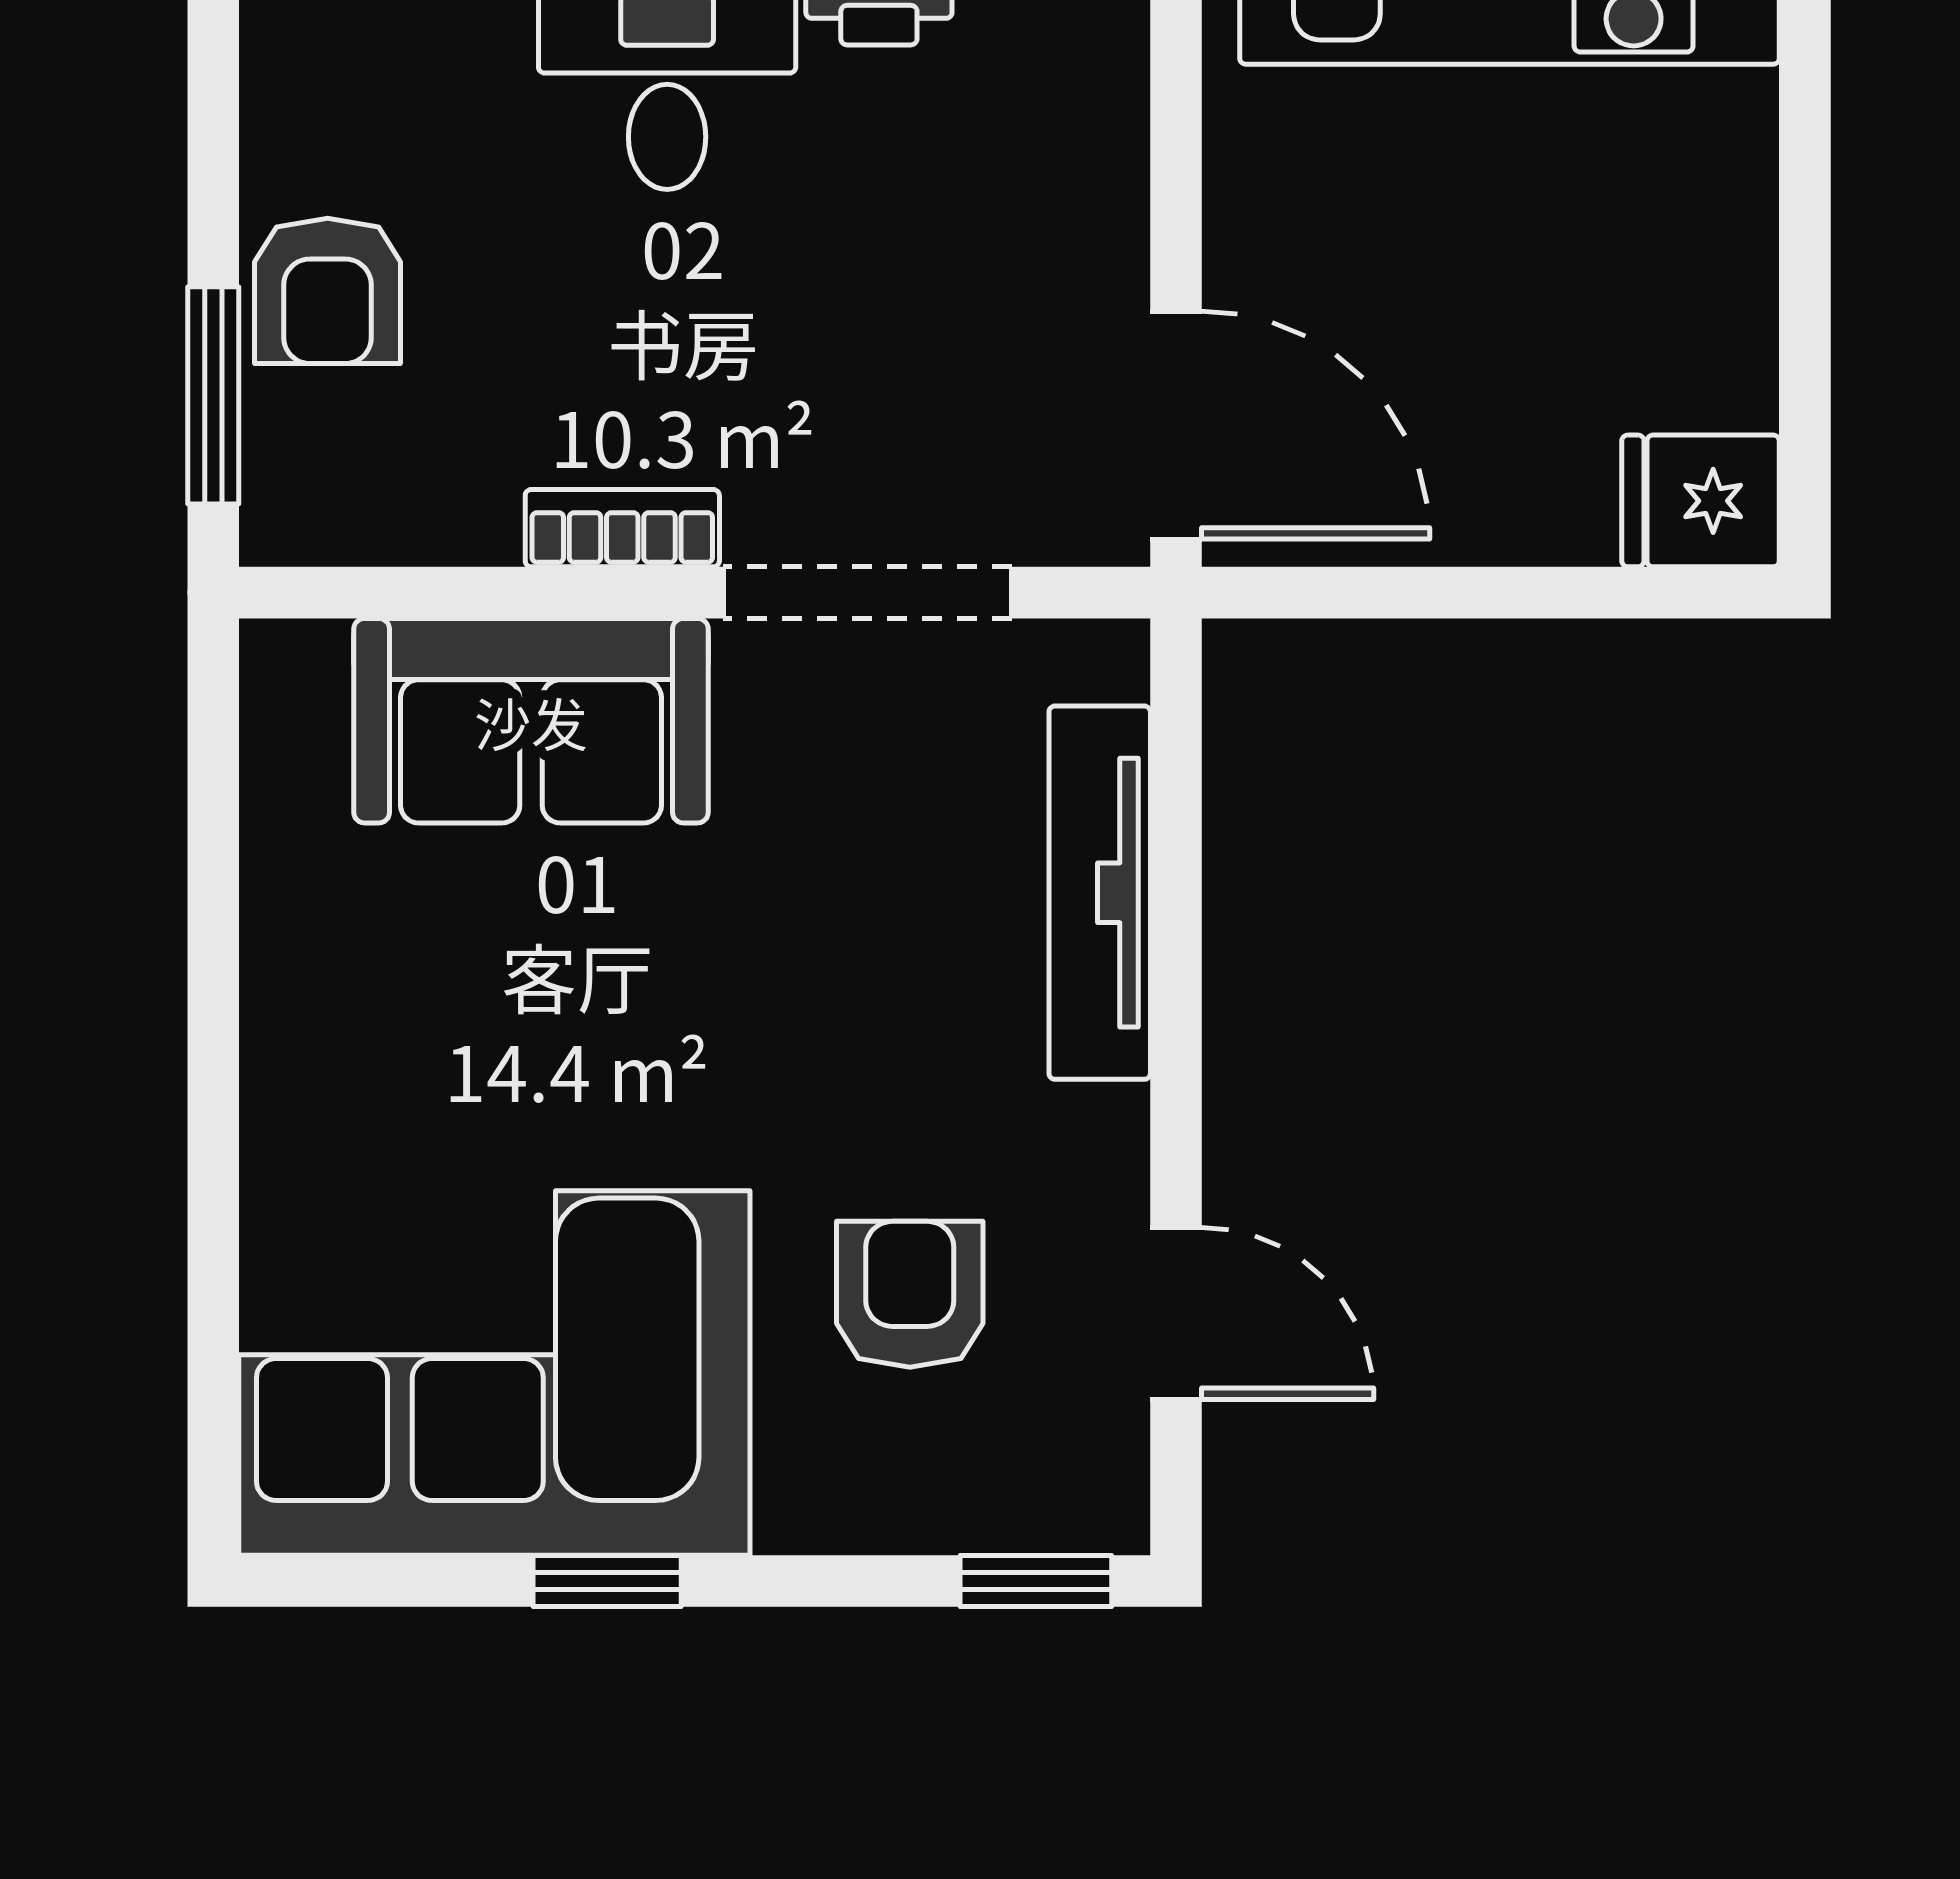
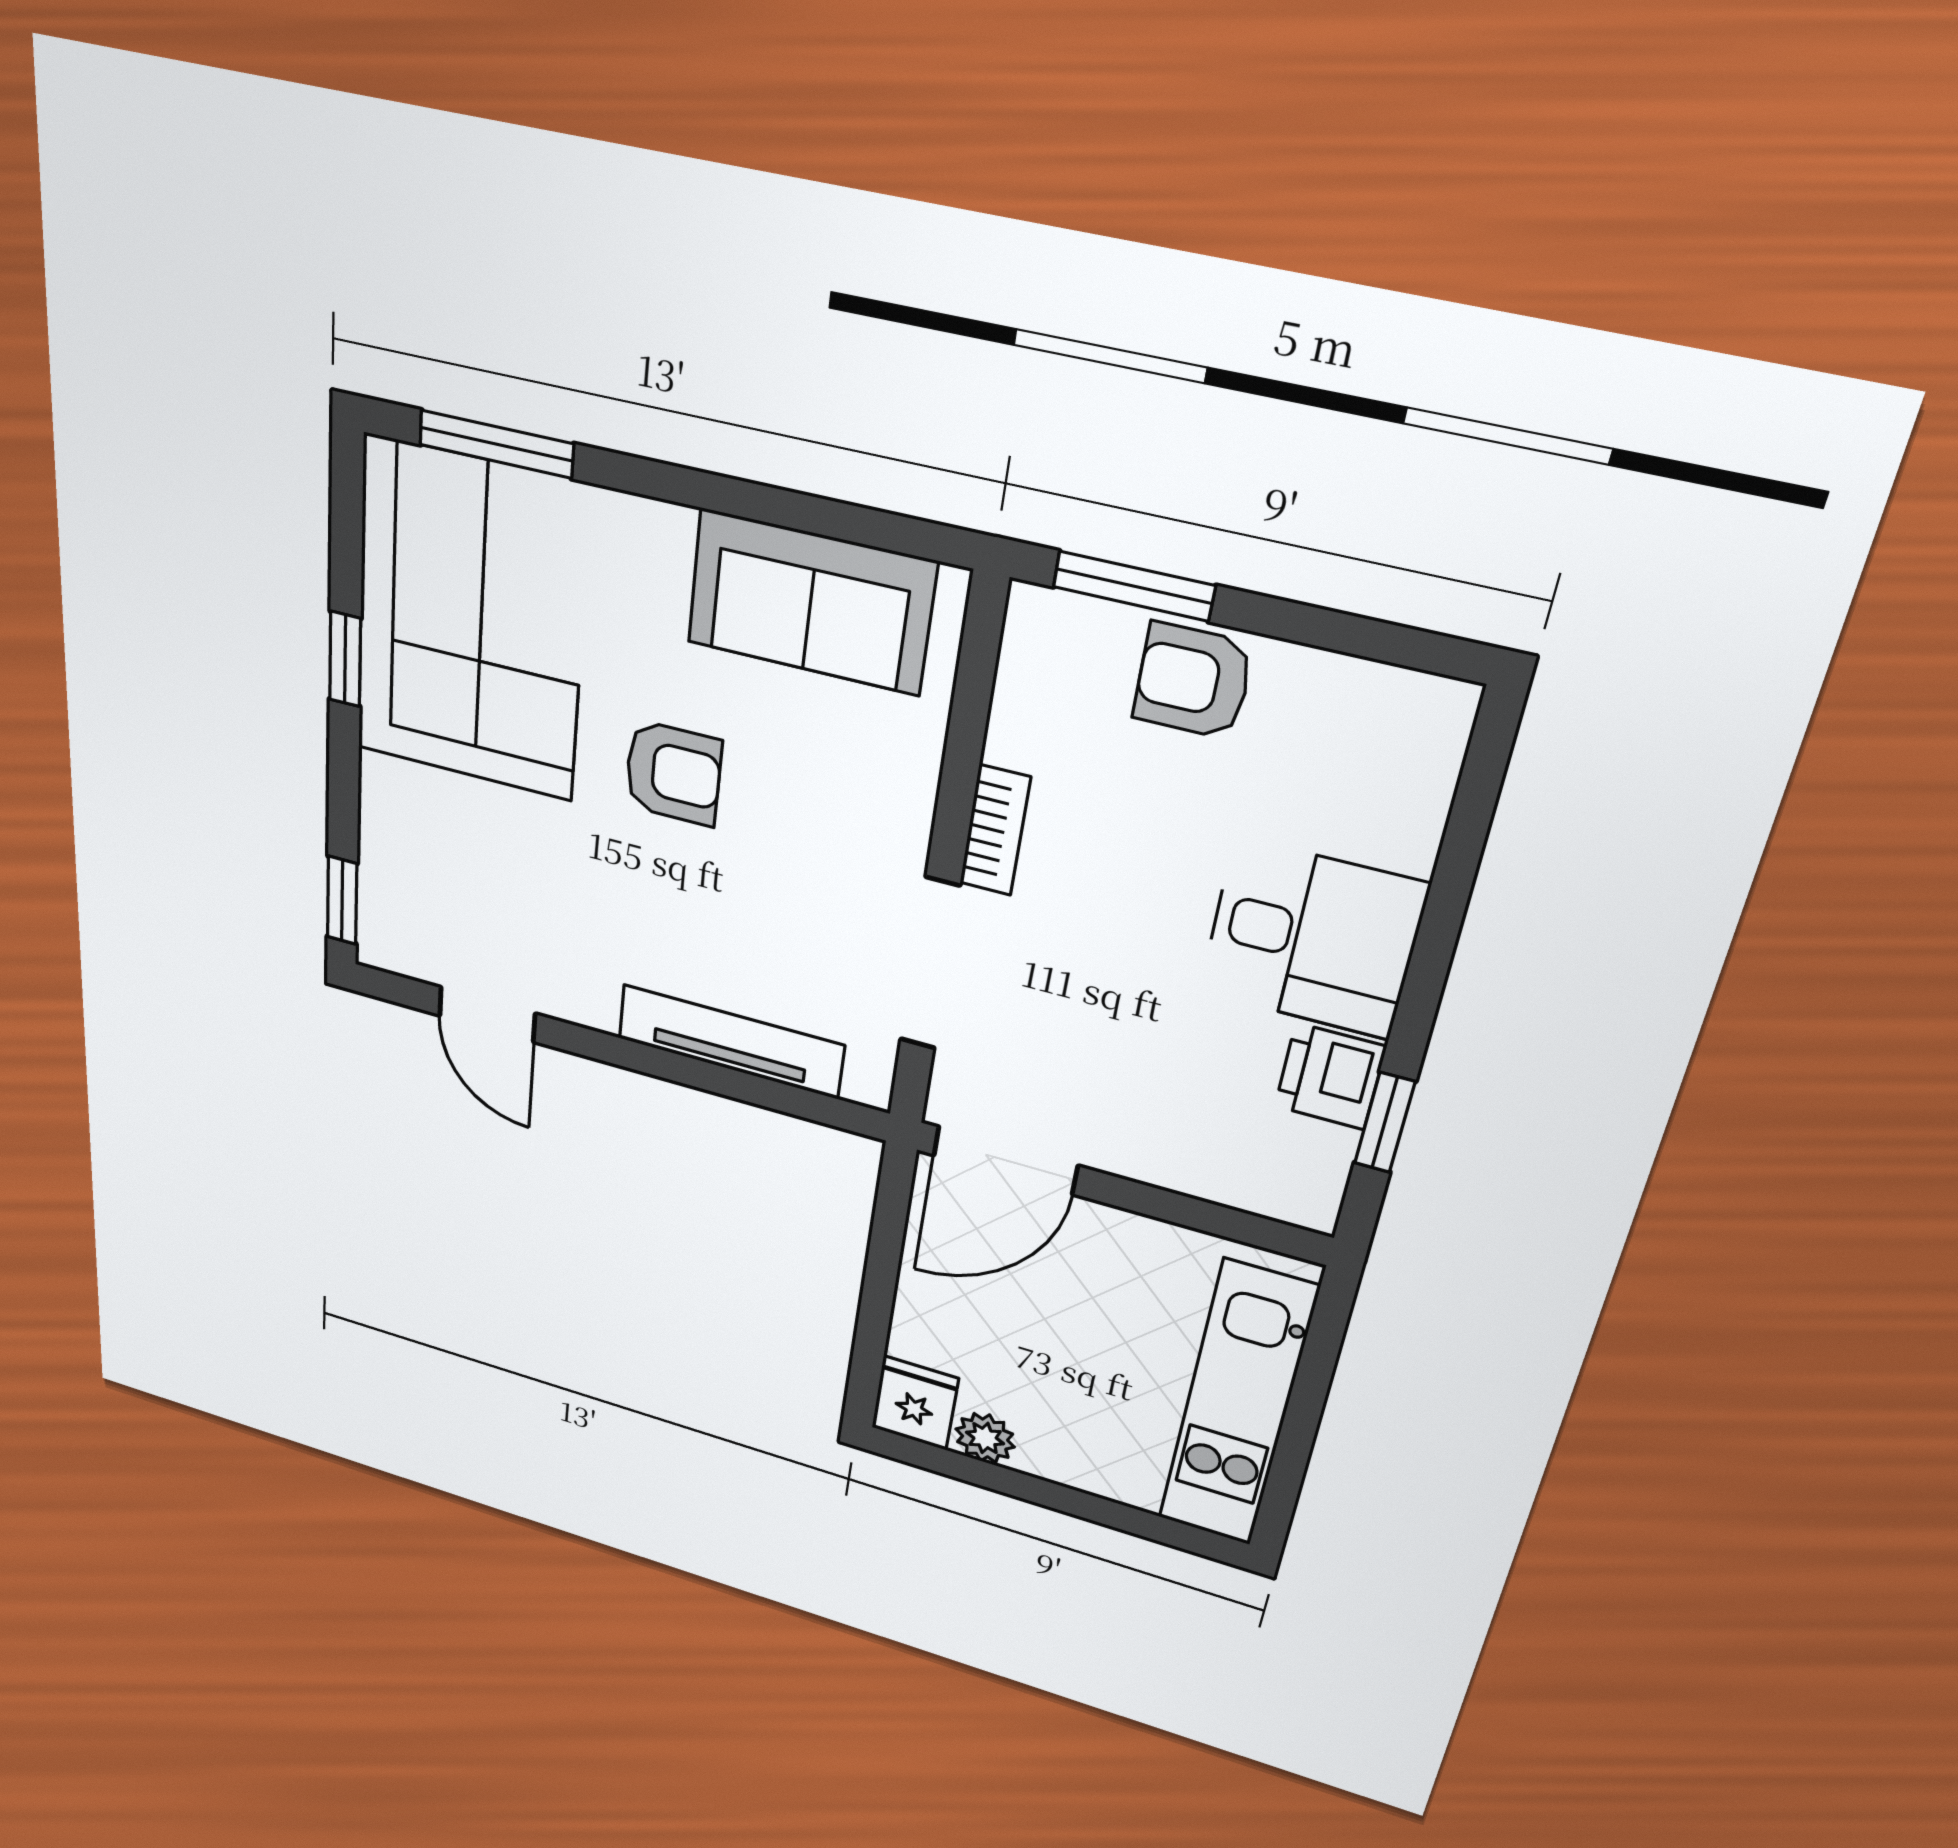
plant: (1728, 374) -> (985, 1438), added
sofa: (531, 721) -> (810, 602), moved, turned -90
armchair: (910, 1294) -> (673, 773), moved
door: (1176, 1313) -> (487, 1015), hinge flipped
window: (213, 1343) -> (496, 444), added

